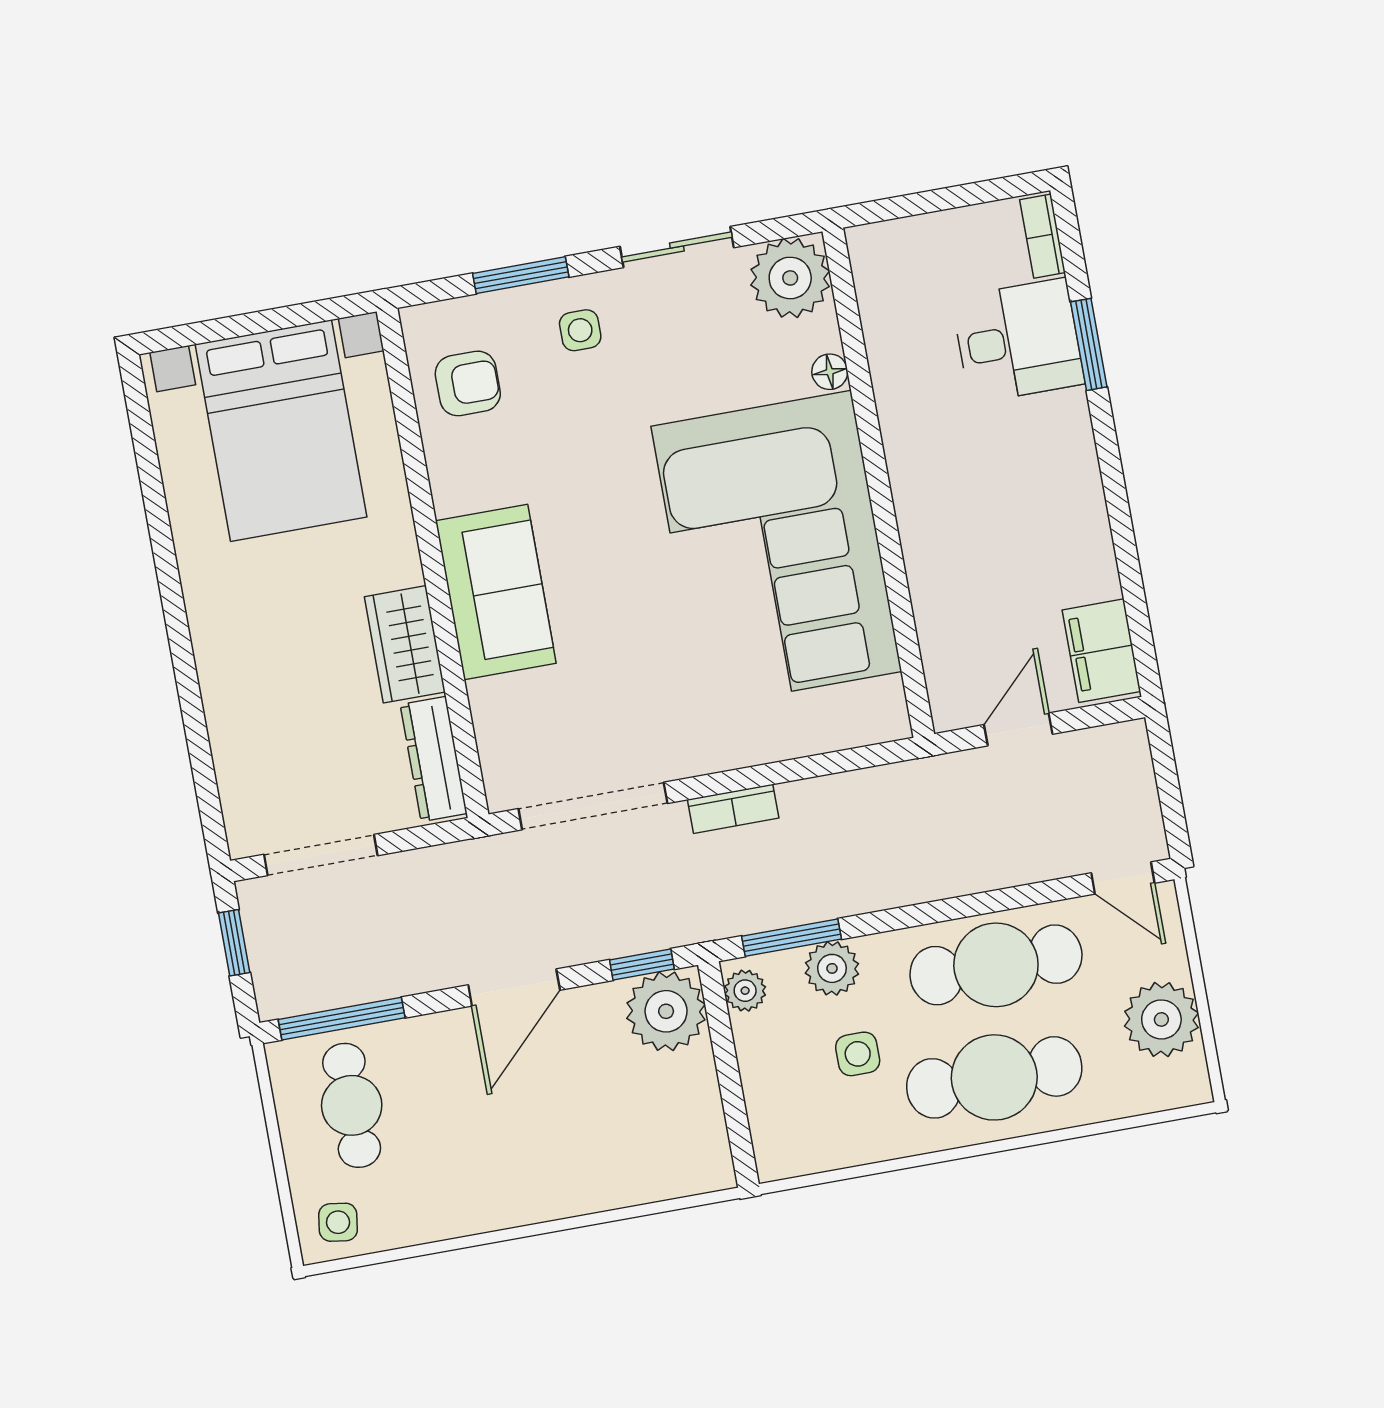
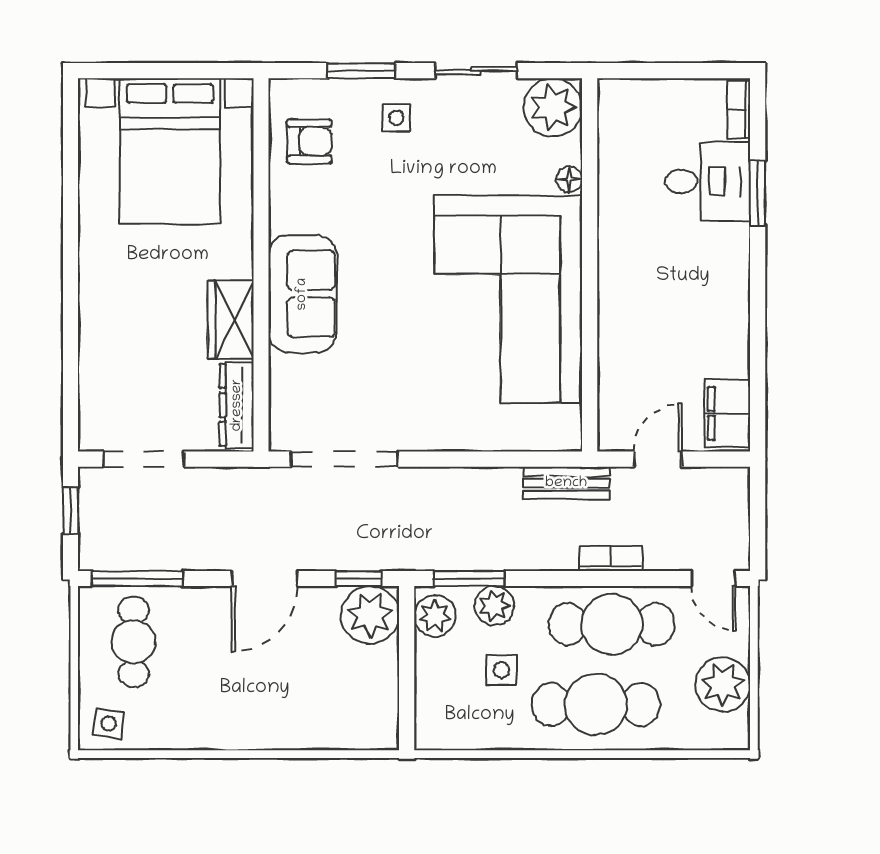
bench: (900, 784) -> (566, 483), added
bookcase: (733, 809) -> (611, 559), moved, turned 180
plant: (745, 991) -> (435, 616), width x1.38, depth x1.38

